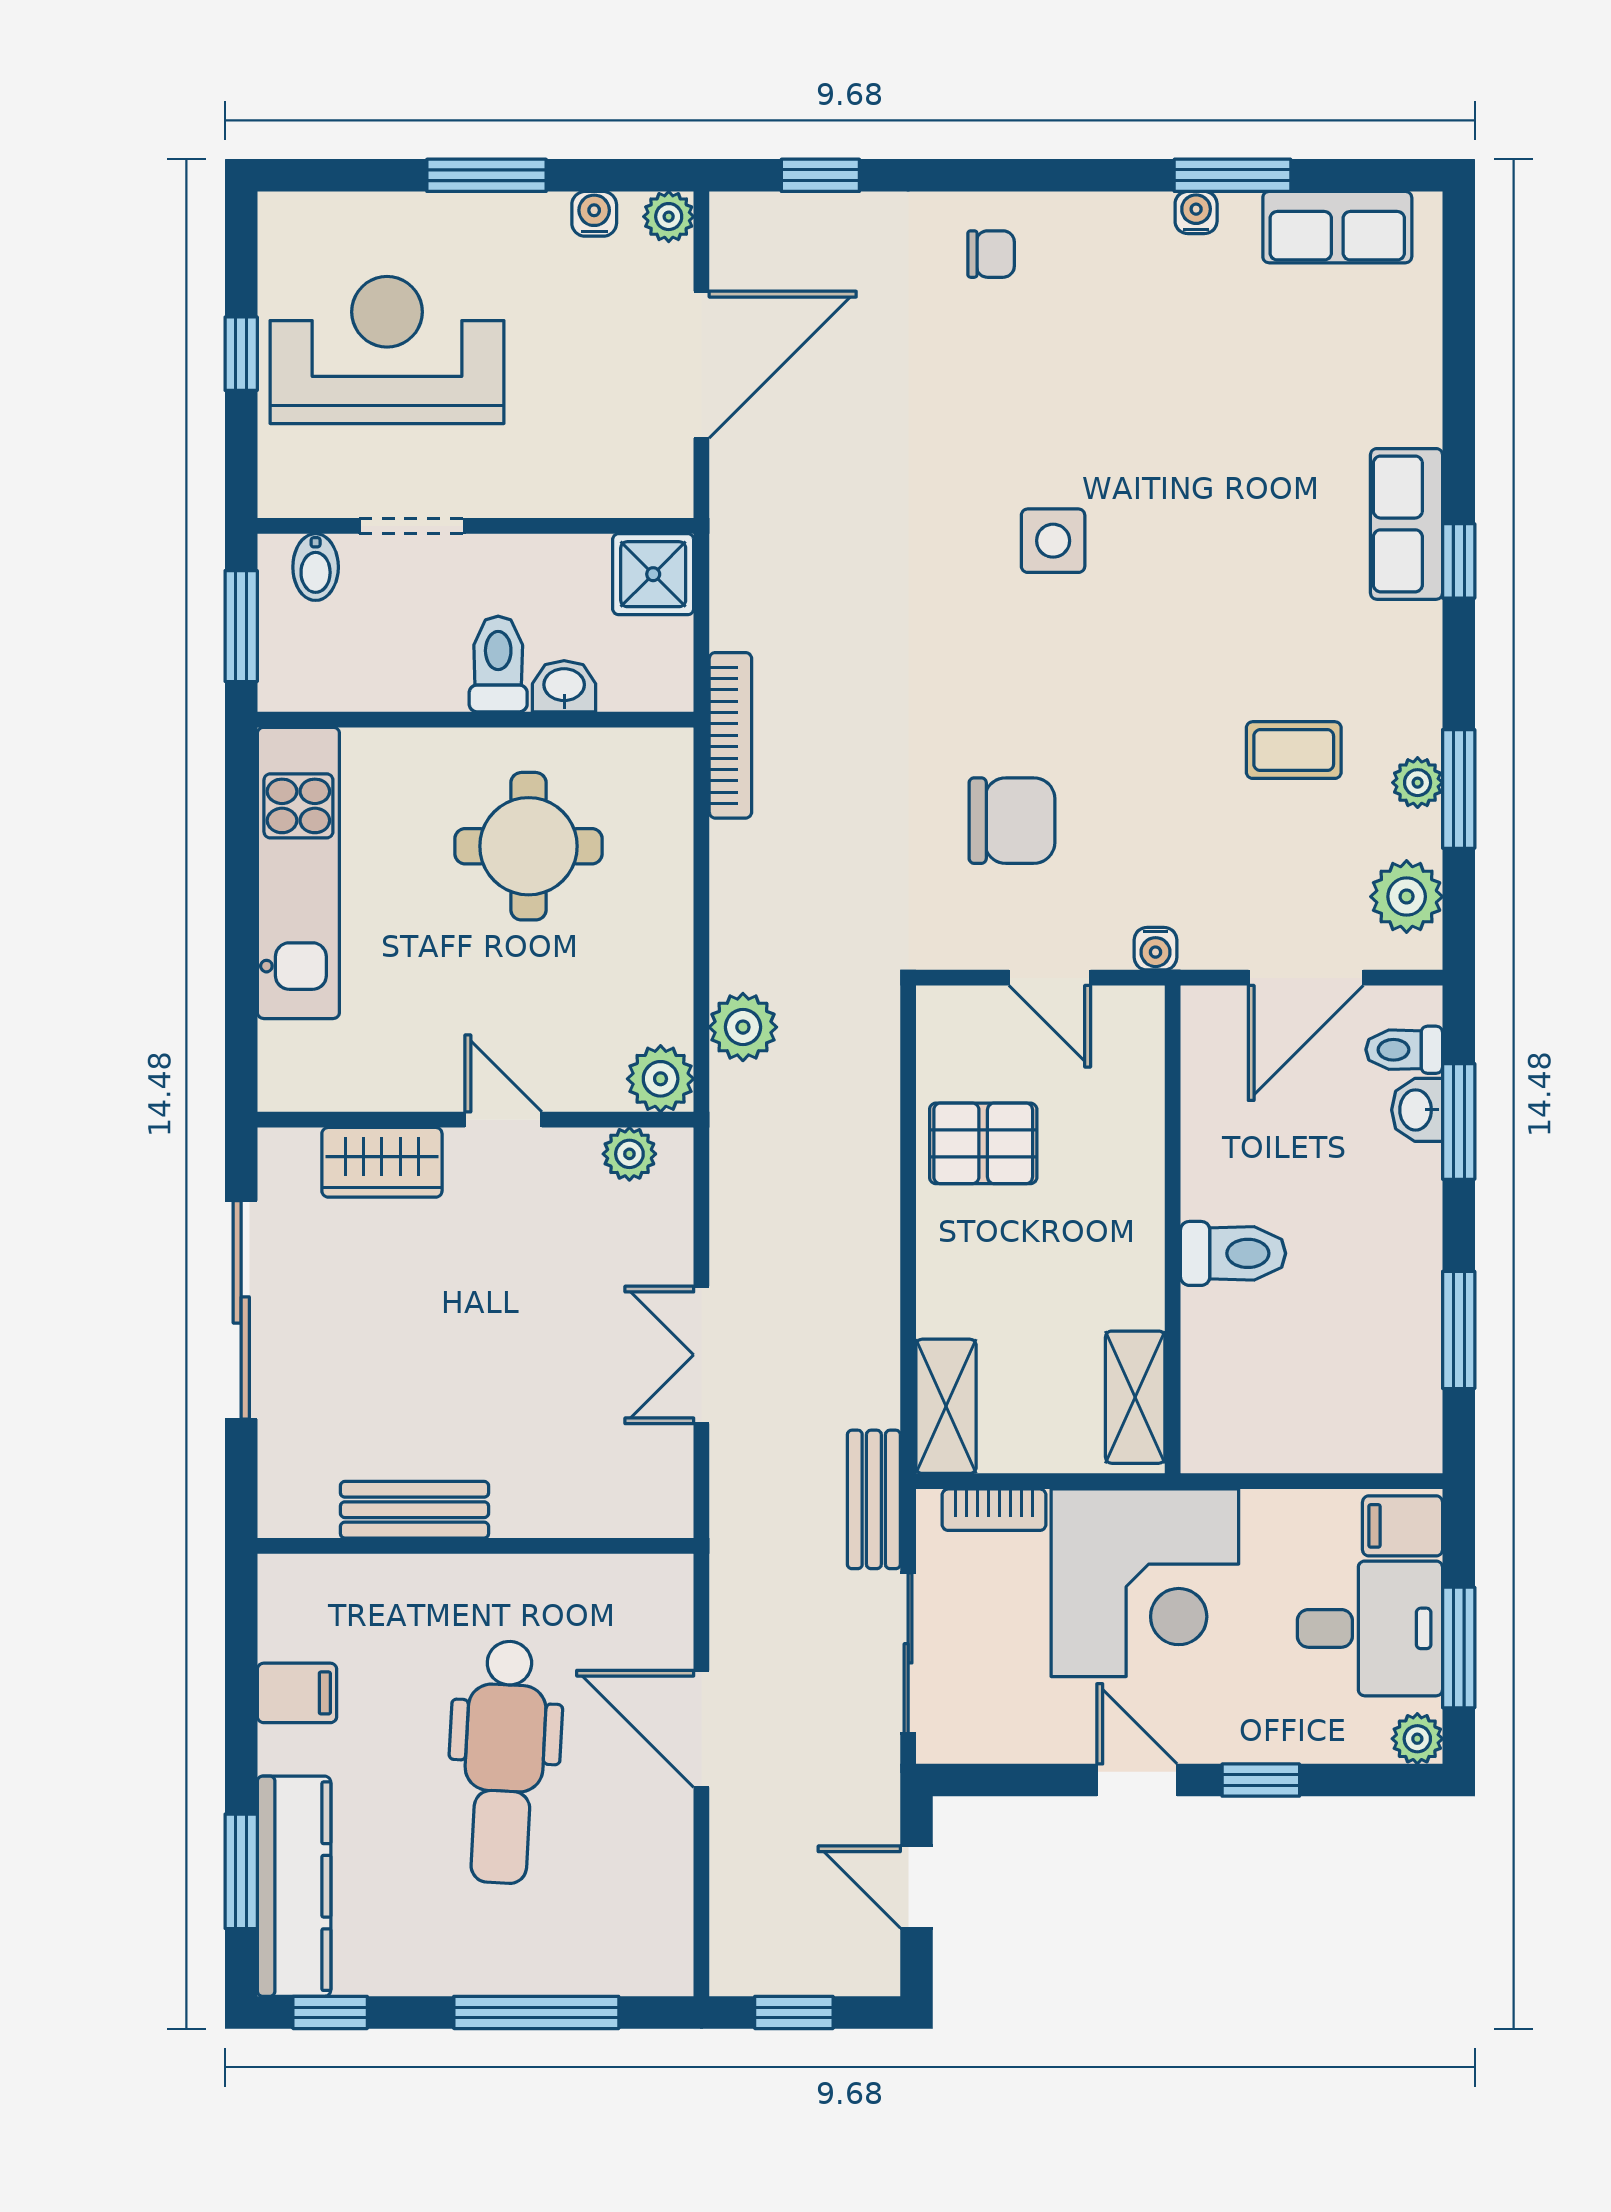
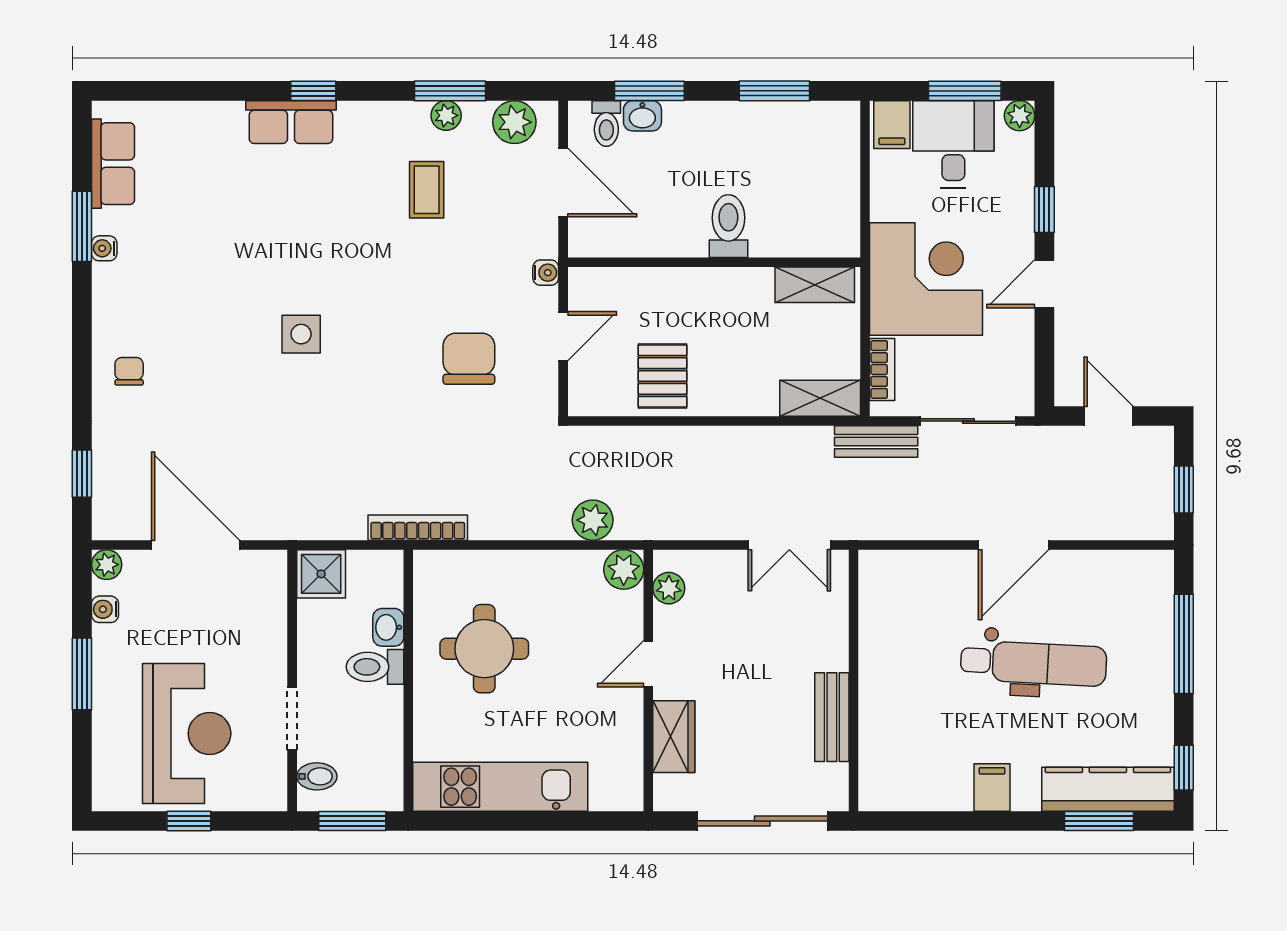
reception desk: (387, 350) -> (187, 734), turned 180
bench: (414, 1510) -> (832, 717), moved
wall: (476, 1546) -> (853, 680), moved
door: (916, 1887) -> (1108, 416), swing flipped

